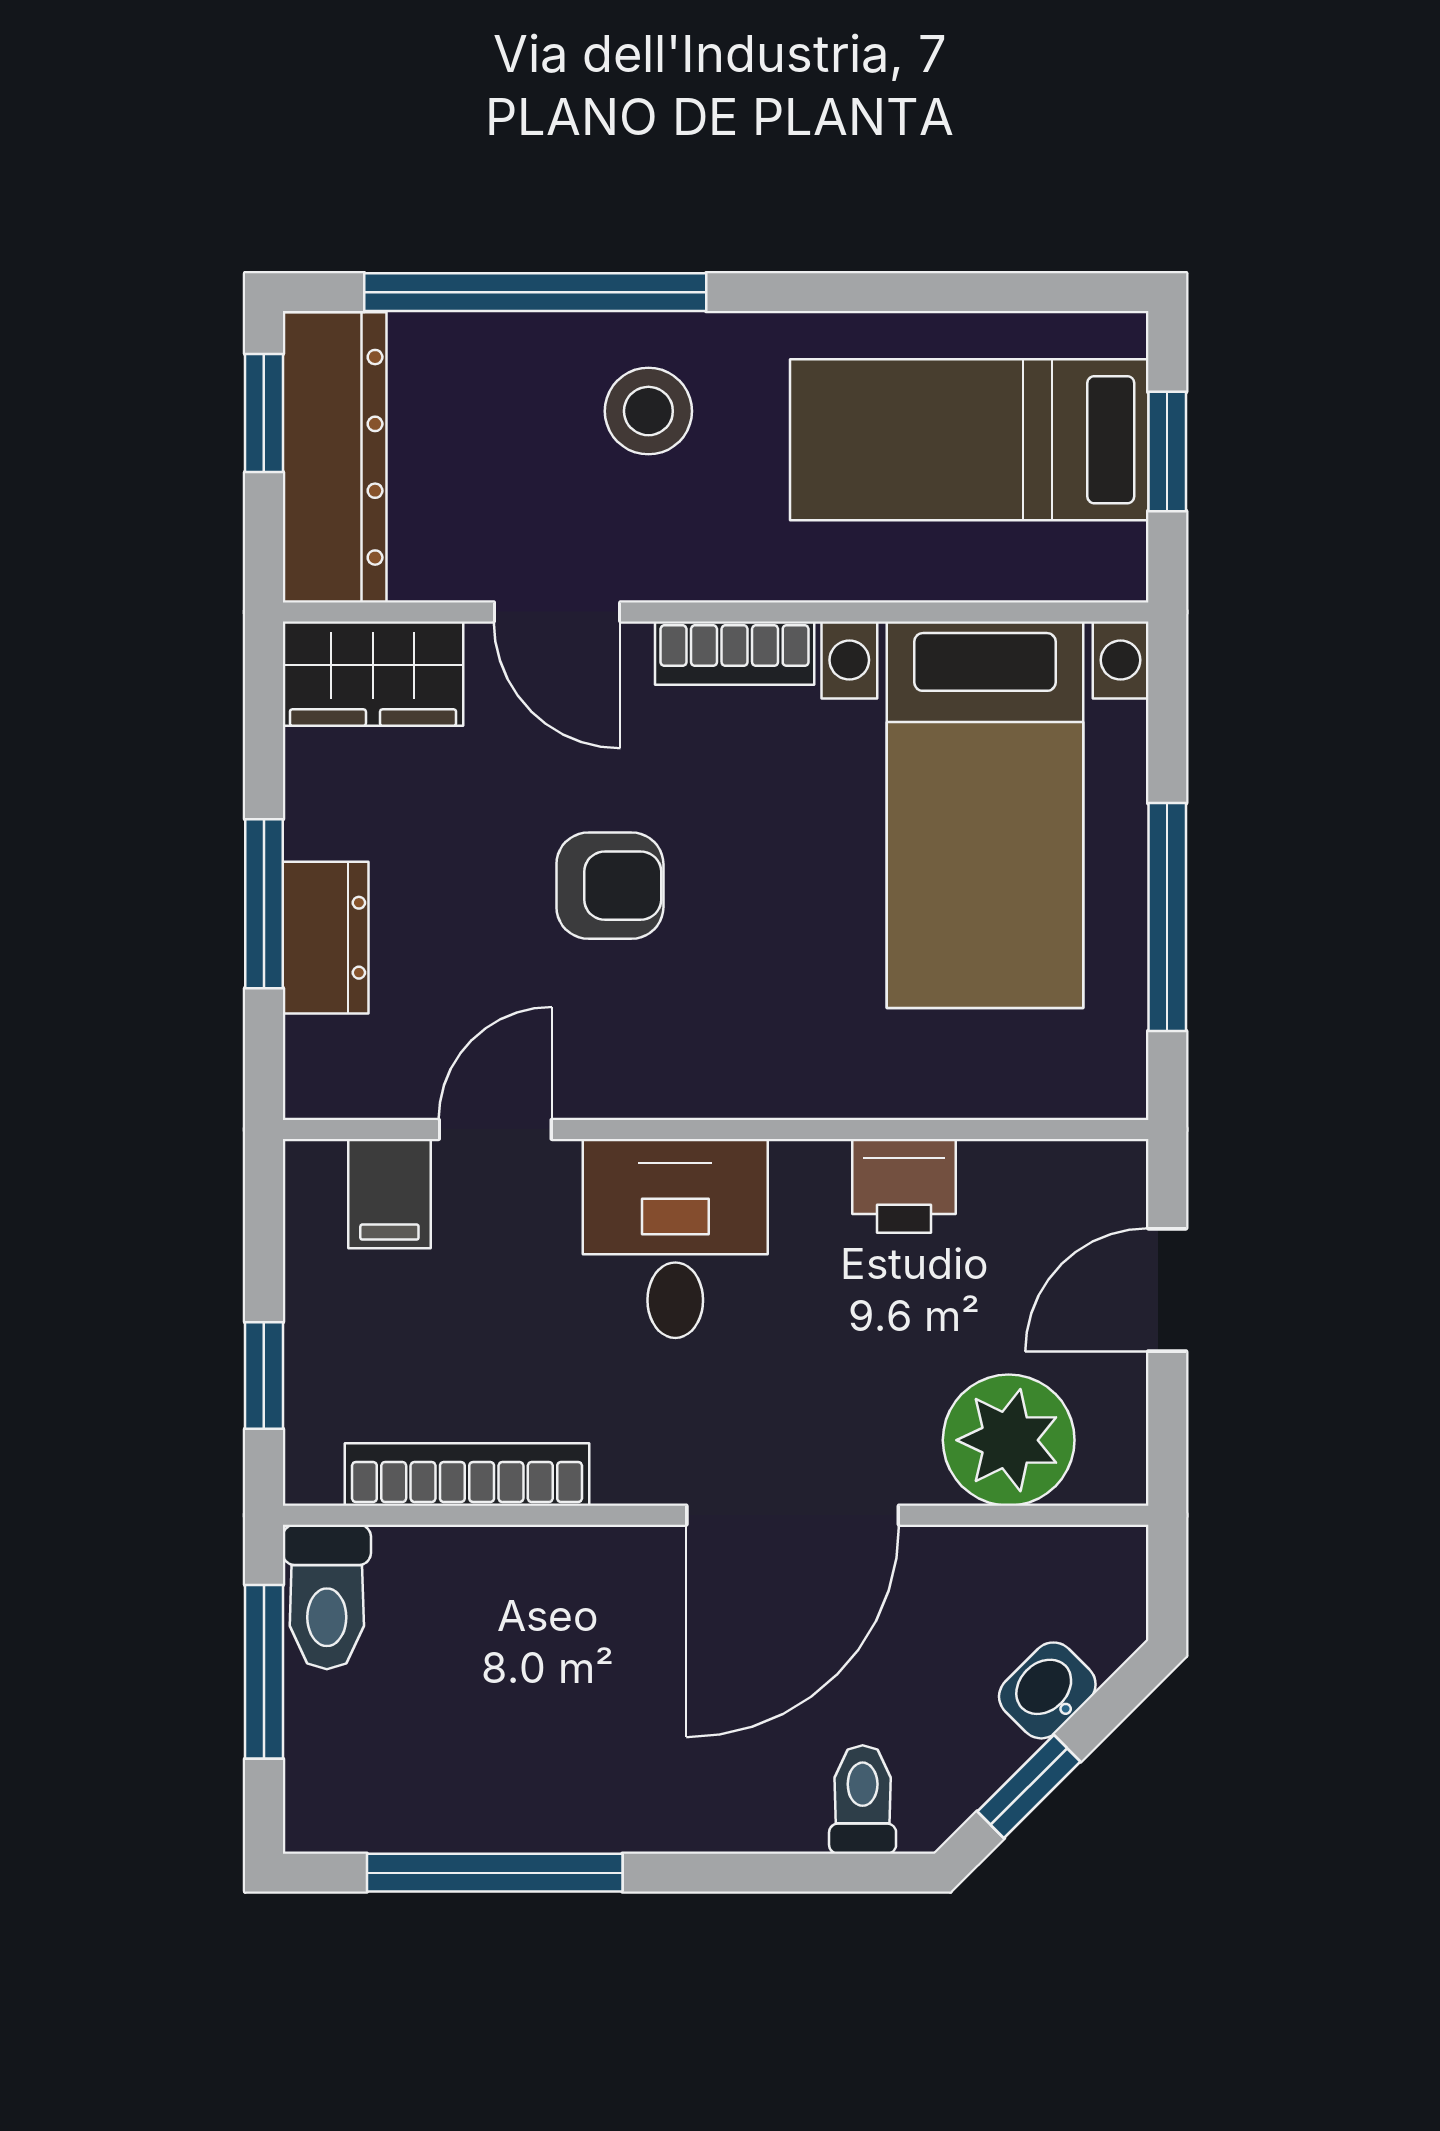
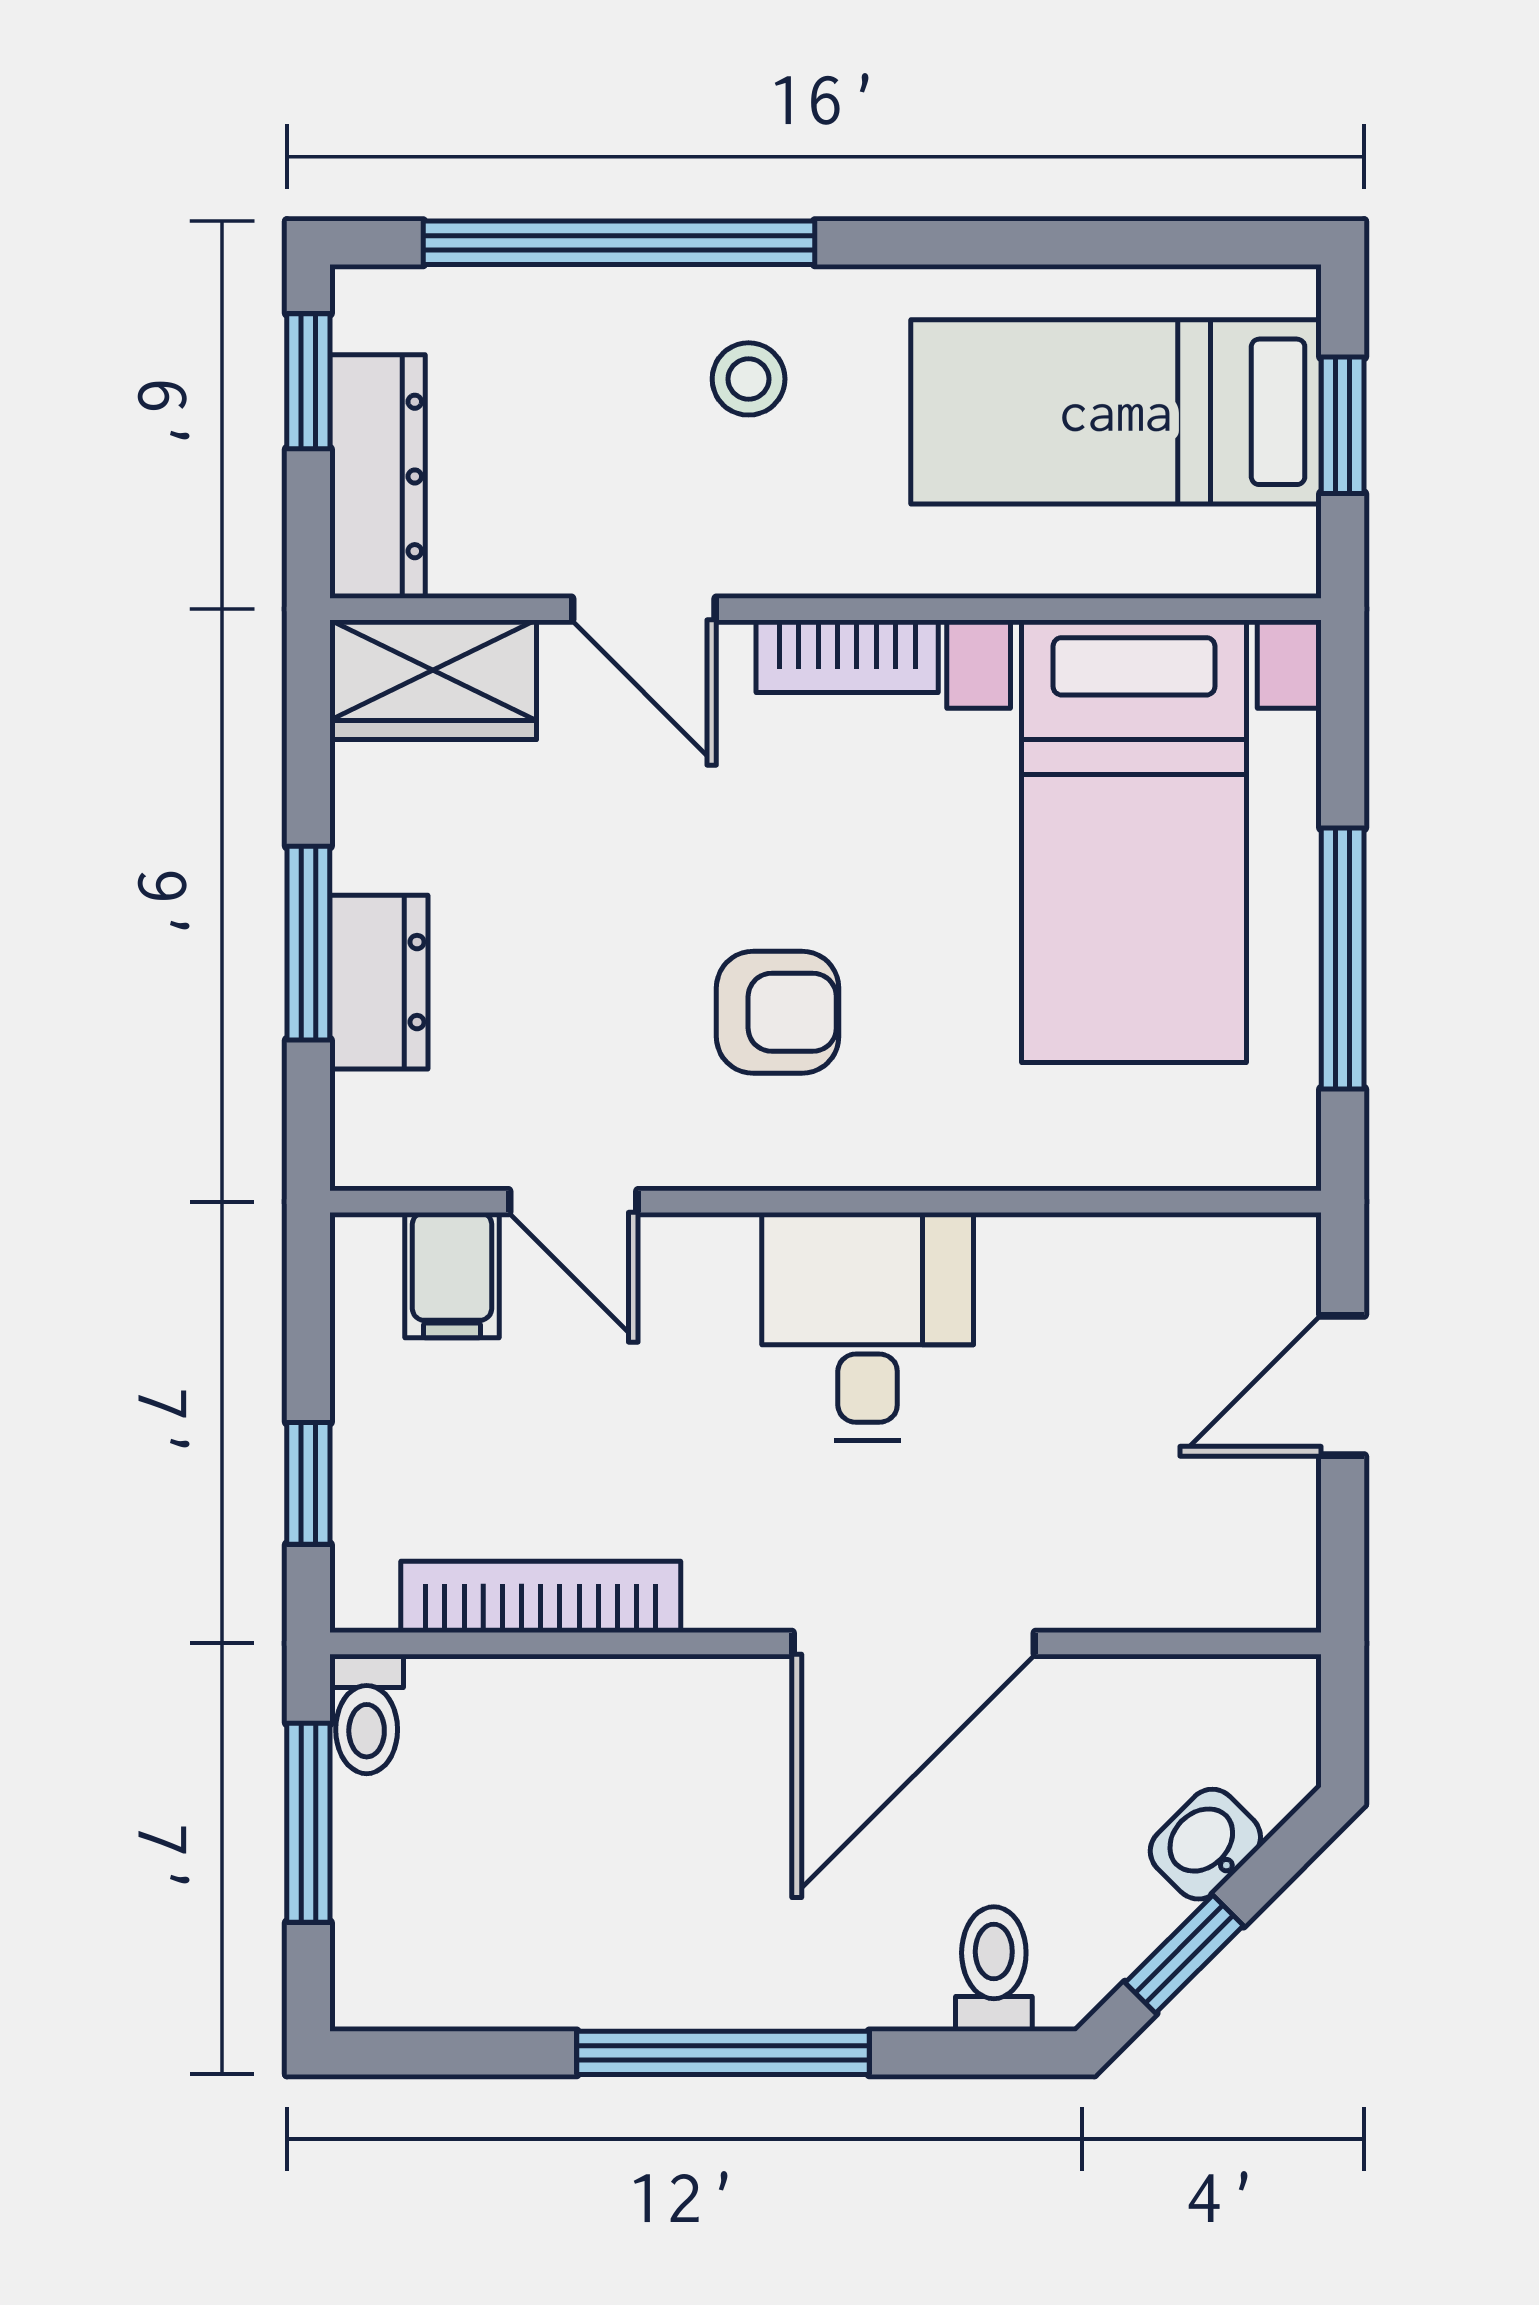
stool: (648, 411) -> (749, 379), width x0.73, depth x0.73
dresser: (335, 457) -> (378, 476), width x0.73, depth x0.80
armchair: (610, 886) -> (778, 1012), moved
door: (495, 1129) -> (573, 1202), swing flipped
printer: (904, 1186) -> (1041, 1266), removed
desk: (675, 1238) -> (868, 1326), moved
plant: (1009, 1440) -> (1161, 1557), removed
toilet: (327, 1597) -> (367, 1714), width x0.73, depth x0.72
window: (495, 1873) -> (723, 2053), moved

